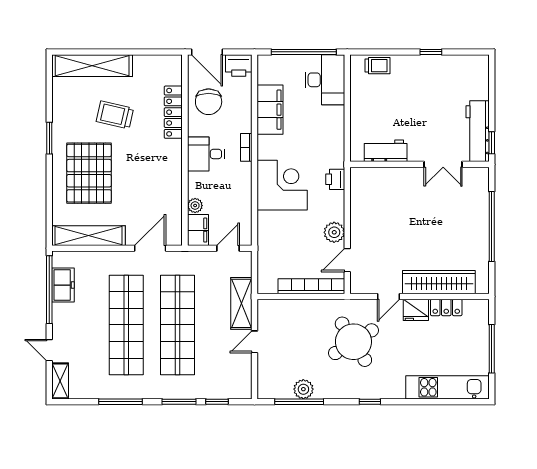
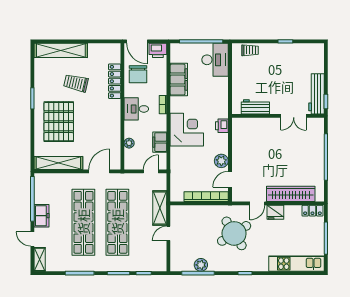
filing cabinet: (198, 230) -> (160, 142), moved, turned 180
freezer: (63, 285) -> (42, 216), moved
locker: (446, 307) -> (312, 211), moved

